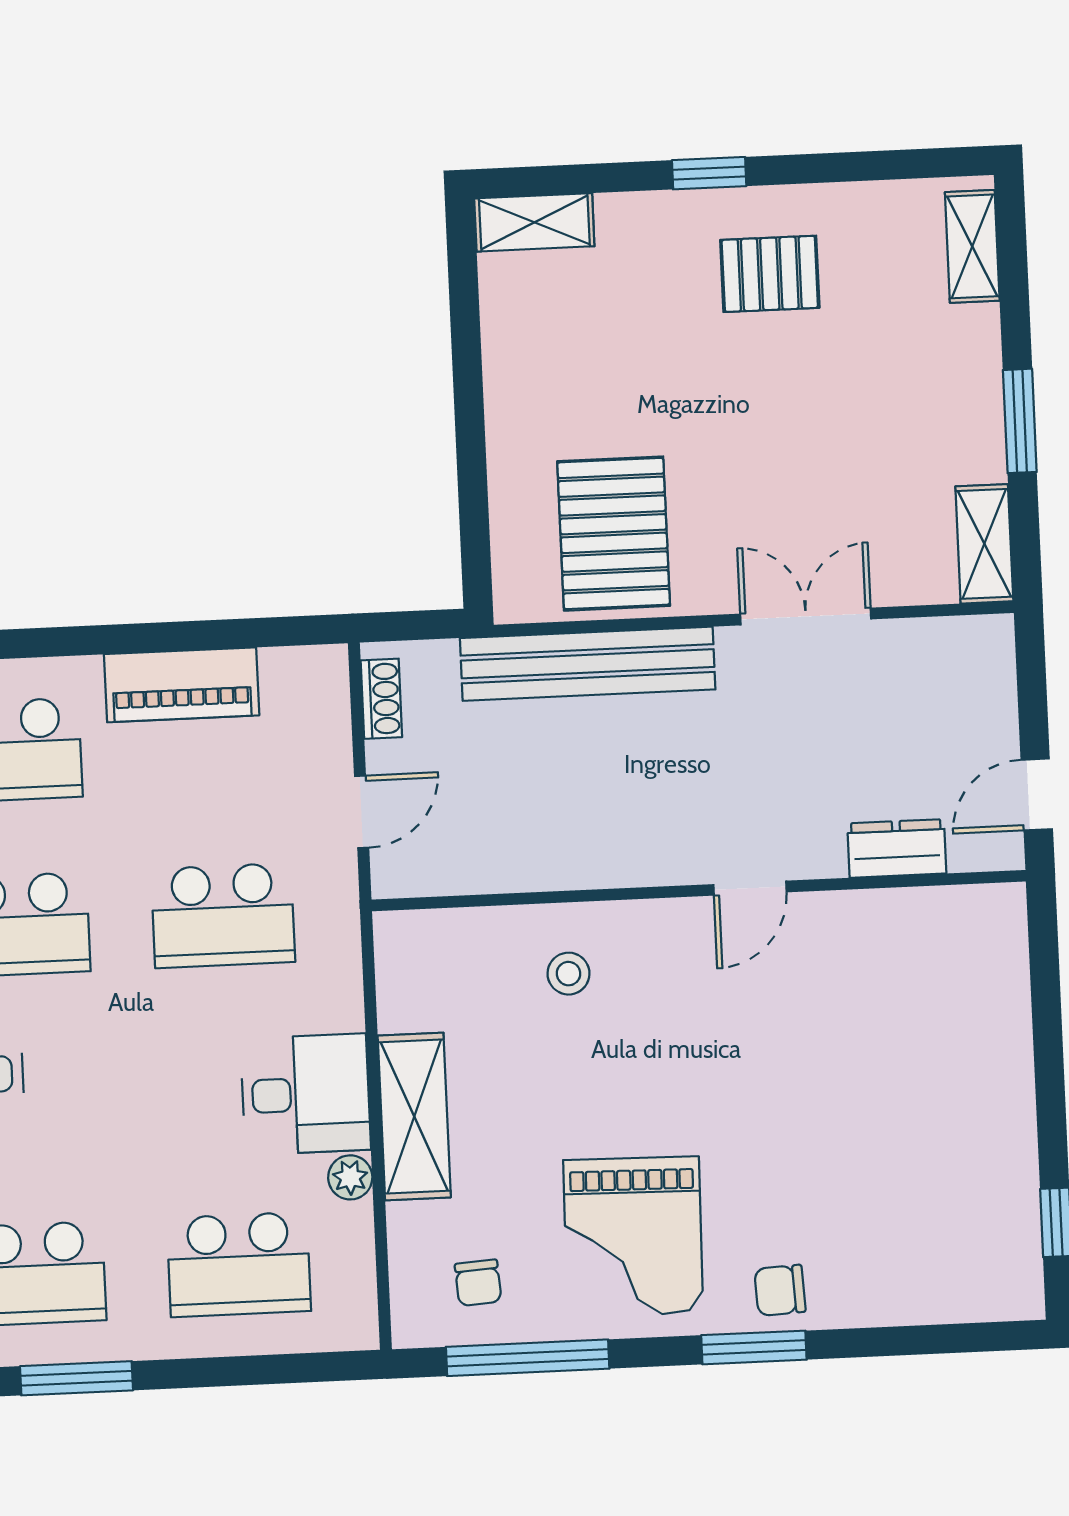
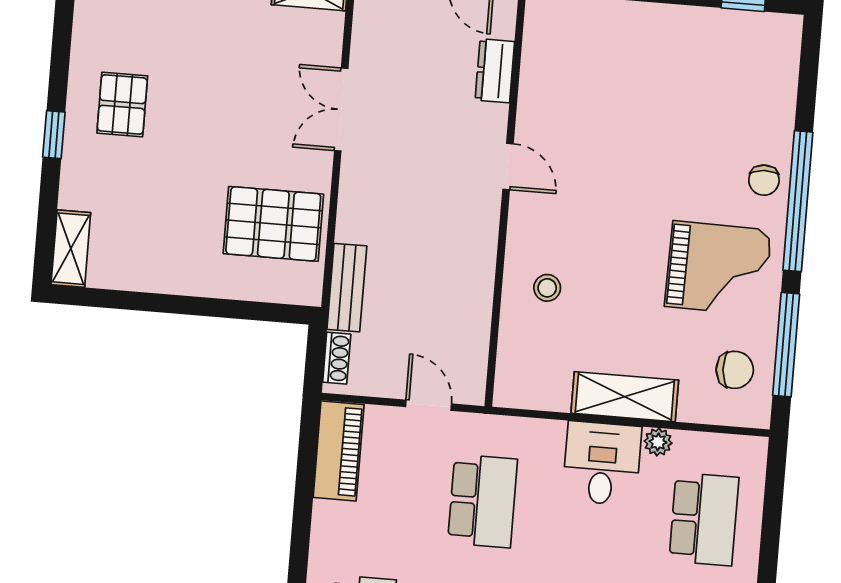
bench: (588, 664) -> (347, 288), width x0.54, depth x0.82
piano: (182, 685) -> (339, 451), moved
shoe rack: (381, 699) -> (337, 358), moved, turned 90
chair: (478, 1283) -> (735, 370), width x1.37, depth x1.37
window: (754, 1347) -> (798, 201), width x2.11

